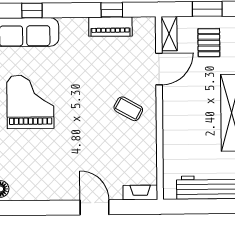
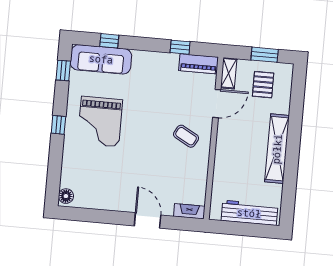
piano: (110, 27) -> (199, 64), moved
grand piano: (30, 102) -> (100, 122), turned 180

